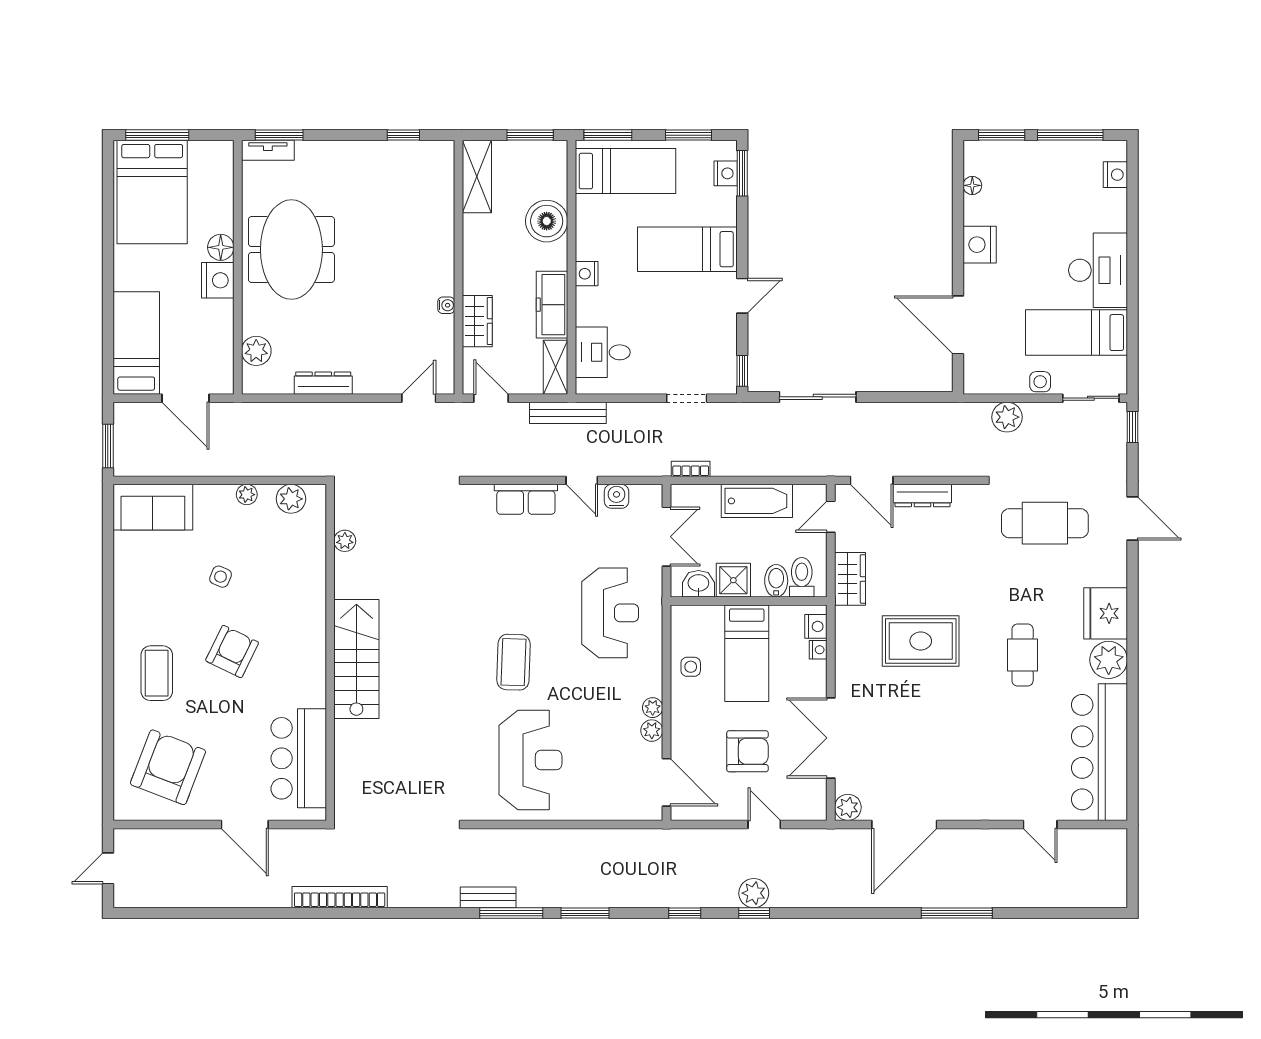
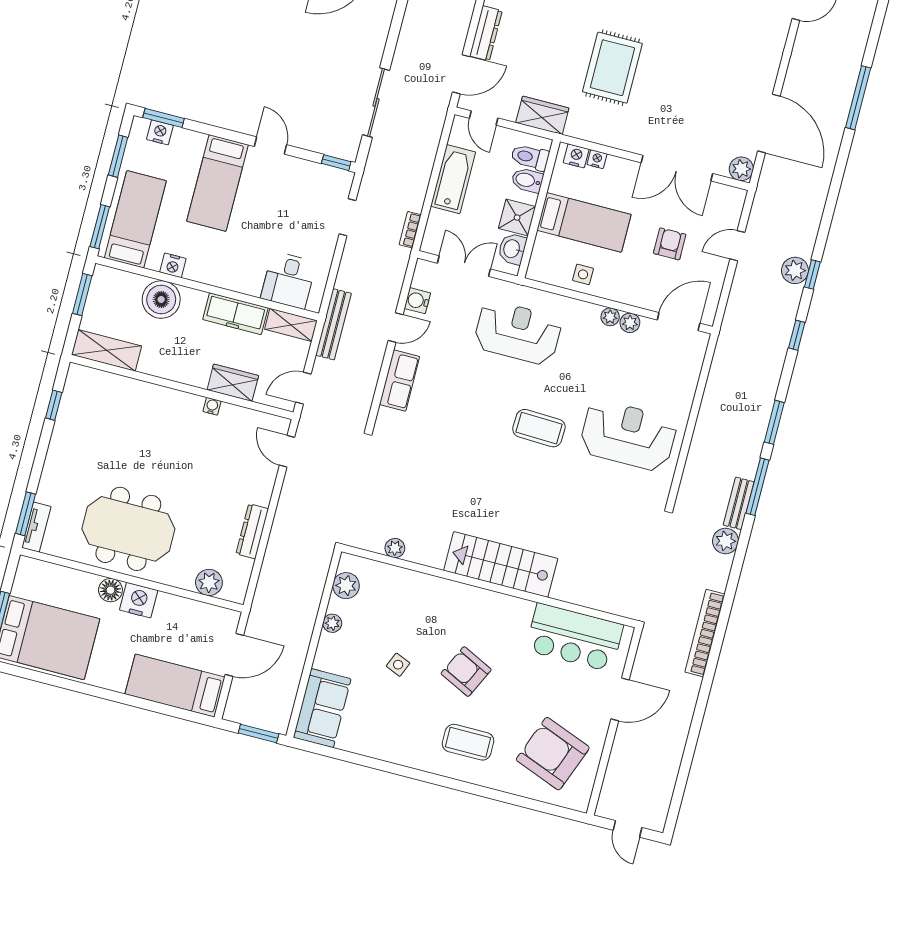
nightstand: (587, 274) -> (173, 265), moved
armchair: (747, 751) -> (670, 244), width x0.72, depth x0.72
plant: (444, 894) -> (725, 541), added

